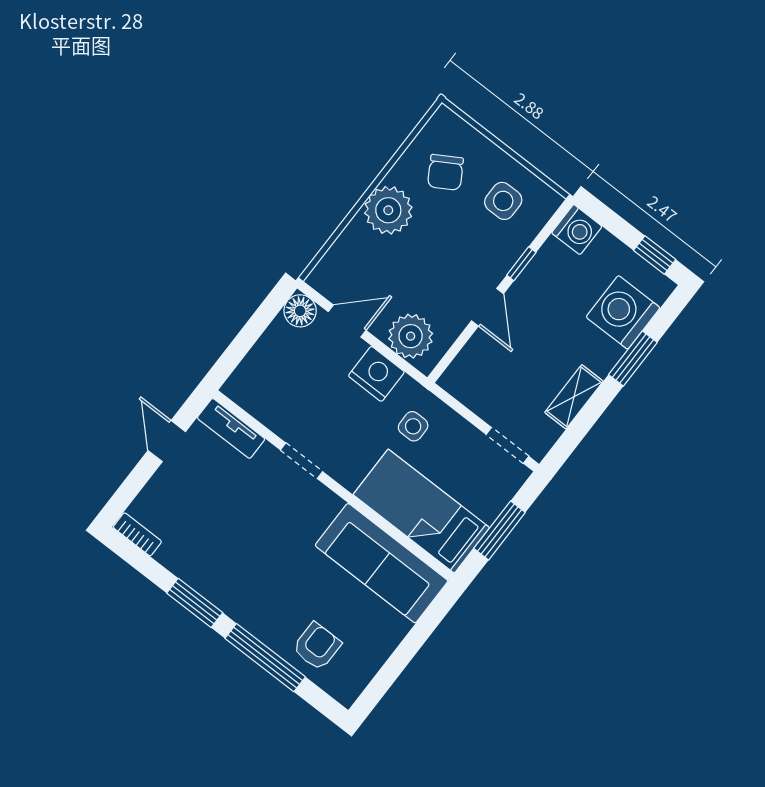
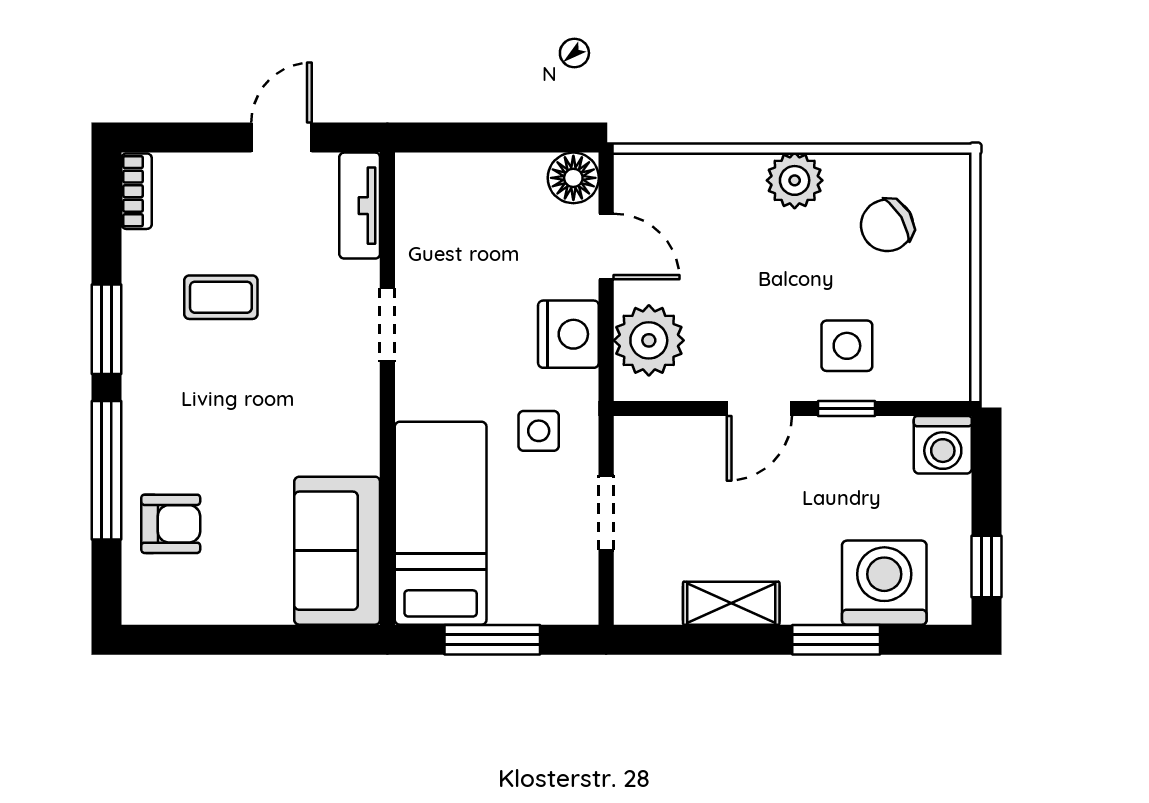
side table: (503, 201) -> (847, 346), moved
plant: (388, 210) -> (795, 180), width x0.73, depth x0.73
doorway: (507, 445) -> (606, 513), moved
coffee table: (223, 533) -> (221, 297), added
sofa: (382, 563) -> (337, 551), width x0.73

